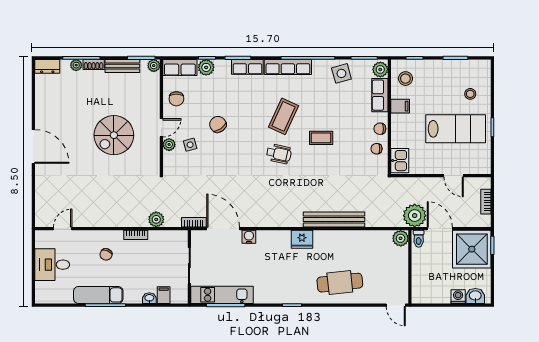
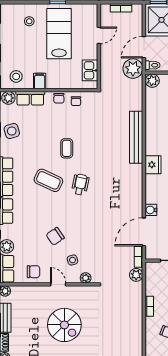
plant: (169, 145) -> (86, 278), moved
kitchen sink: (400, 161) -> (90, 70), moved, turned -90
plant: (156, 219) -> (136, 275), moved

